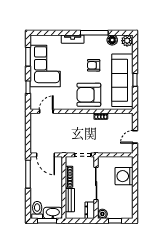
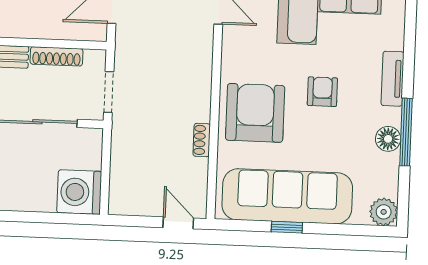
floor lamp: (112, 40) -> (388, 139), moved
armchair: (94, 65) -> (322, 92), moved
door: (135, 137) -> (178, 223), moved
washing machine: (124, 176) -> (79, 192), moved, turned -90

